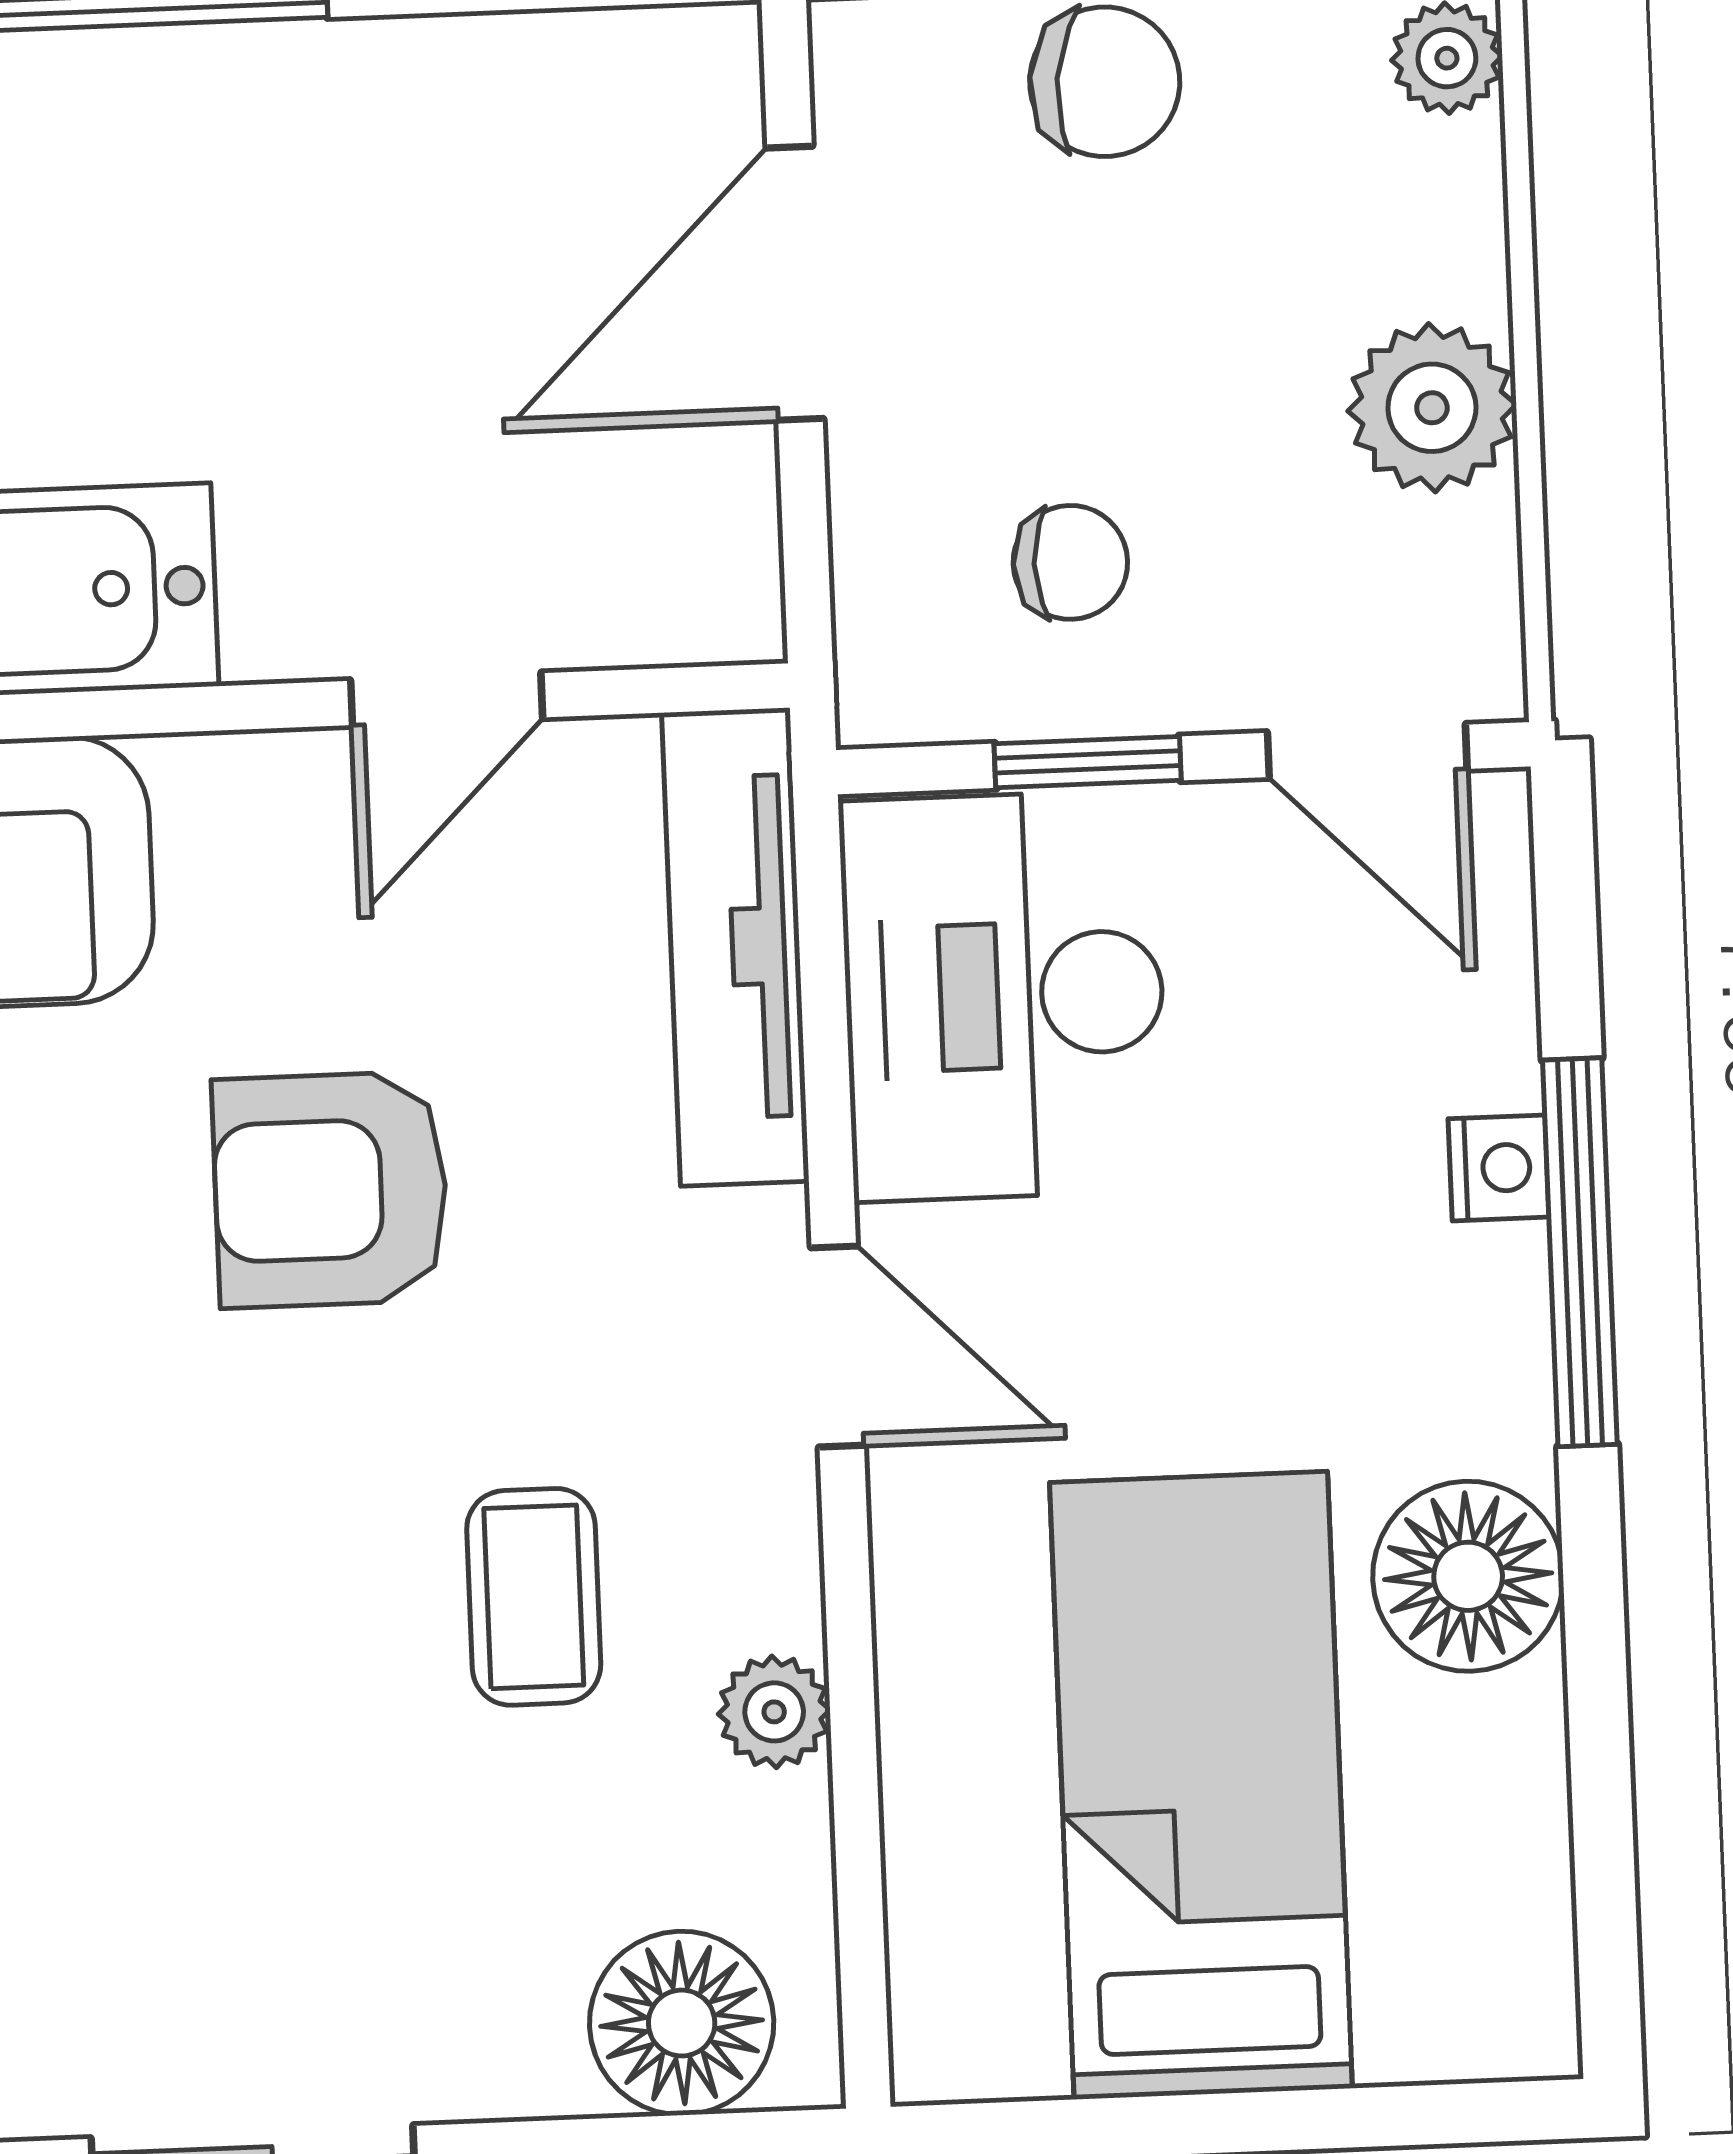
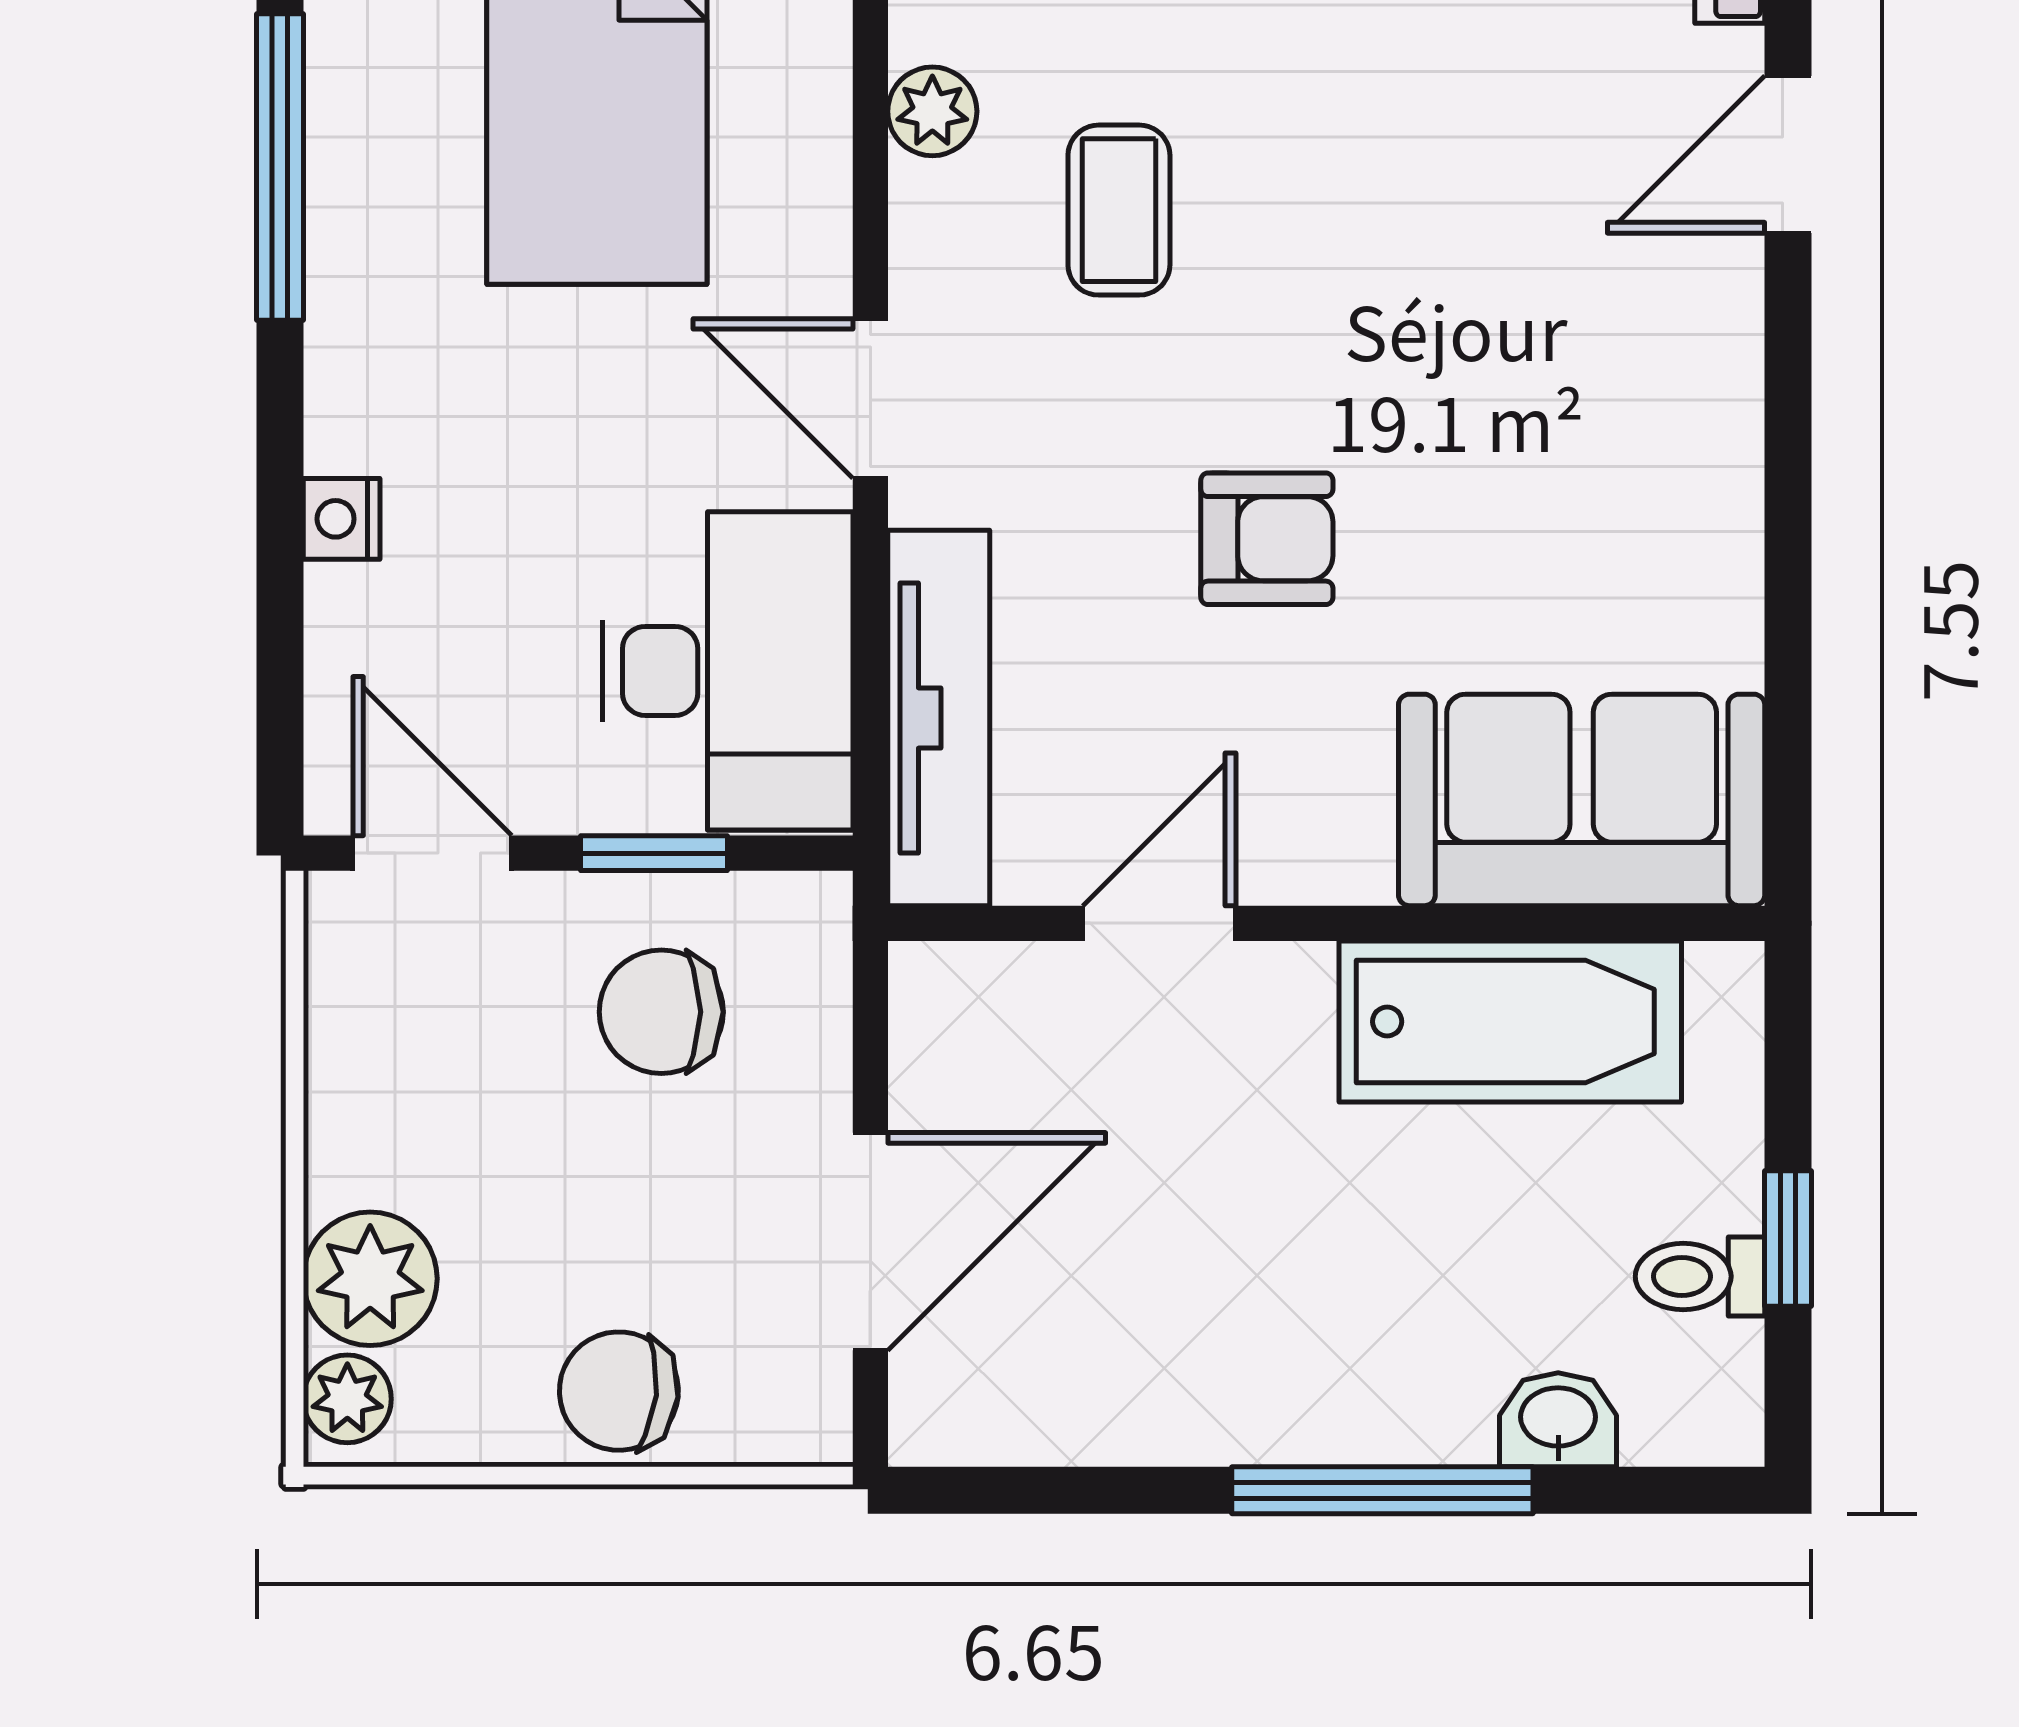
plant: (1432, 408) -> (370, 1279), moved
chair: (1070, 562) -> (661, 1012), width x1.37, depth x1.37
armchair: (330, 1190) -> (1267, 539), width x0.72, depth x0.72
window: (1580, 1252) -> (280, 167), moved
floor lamp: (1468, 1576) -> (379, 197), removed

